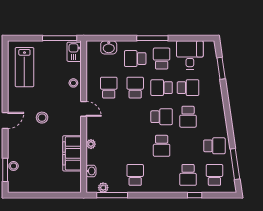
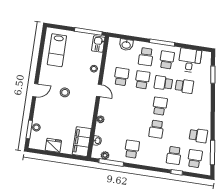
school desk: (135, 59) -> (146, 57), turned -90
school desk: (162, 117) -> (160, 106), turned -90
school desk: (188, 117) -> (181, 109), removed
filing cabinet: (72, 153) -> (82, 142), moved
fridge: (38, 185) -> (53, 145), added

